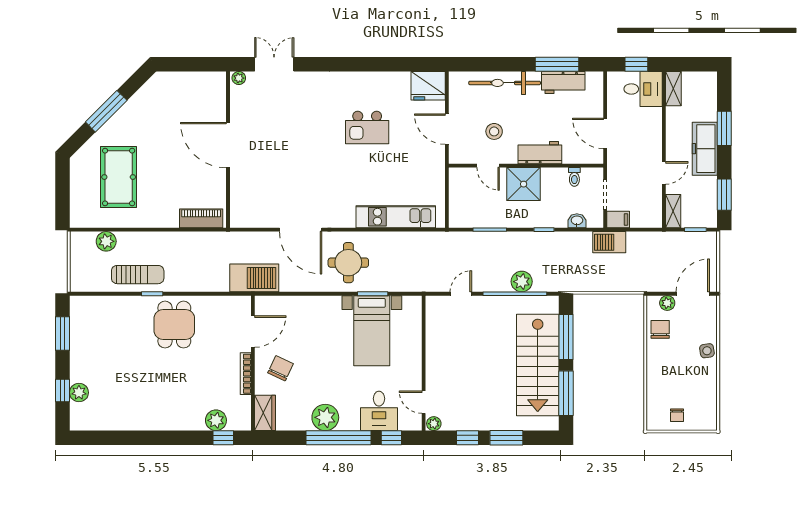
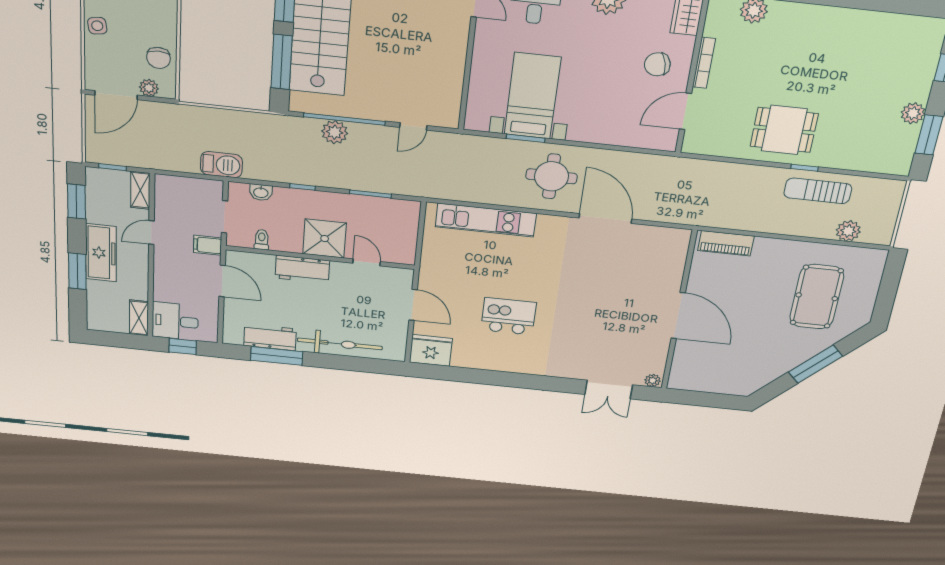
stool: (494, 131) -> (356, 297), removed
filing cabinet: (618, 220) -> (208, 245), moved
barbecue: (254, 278) -> (672, 172), removed
dining table: (174, 325) -> (784, 130), turned 90
chair: (281, 368) -> (657, 64), turned 52
plant: (79, 393) -> (913, 113), moved

